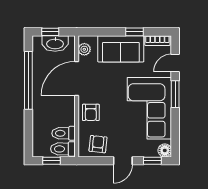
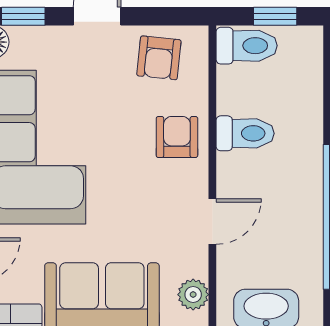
door: (77, 78) -> (212, 222), width x0.53
toilet: (63, 133) -> (245, 133), moved

